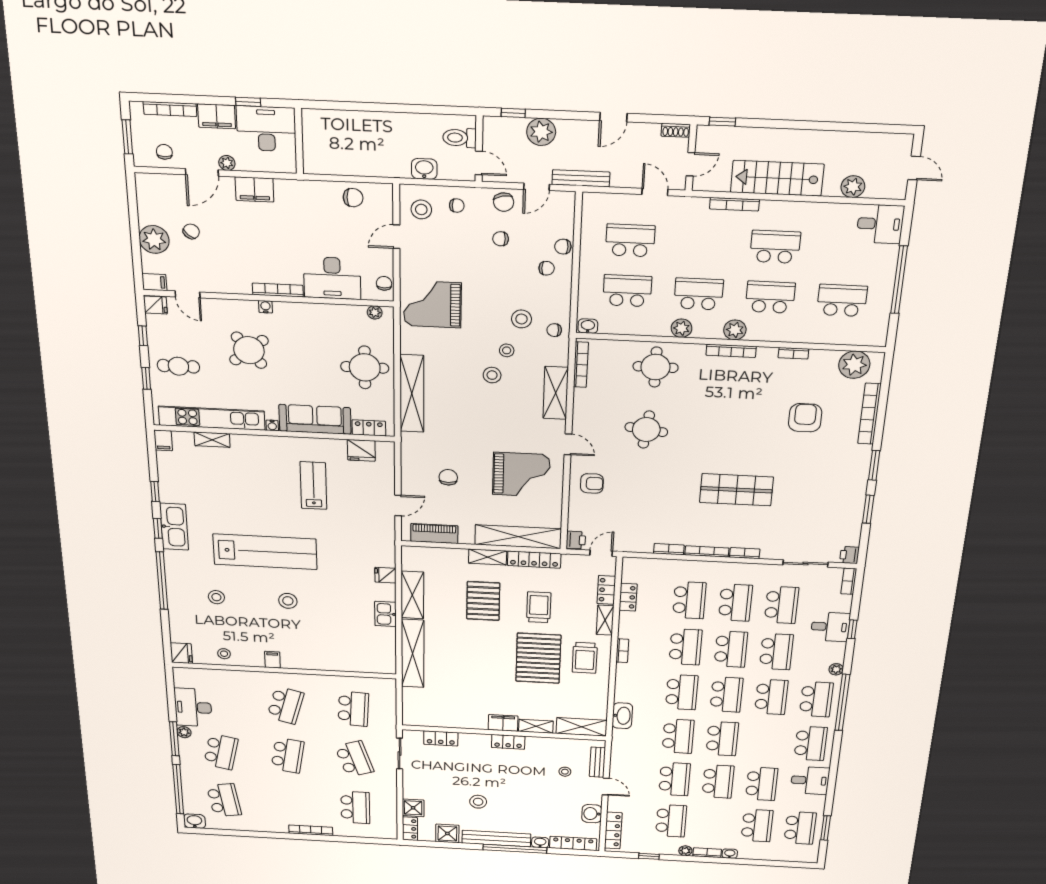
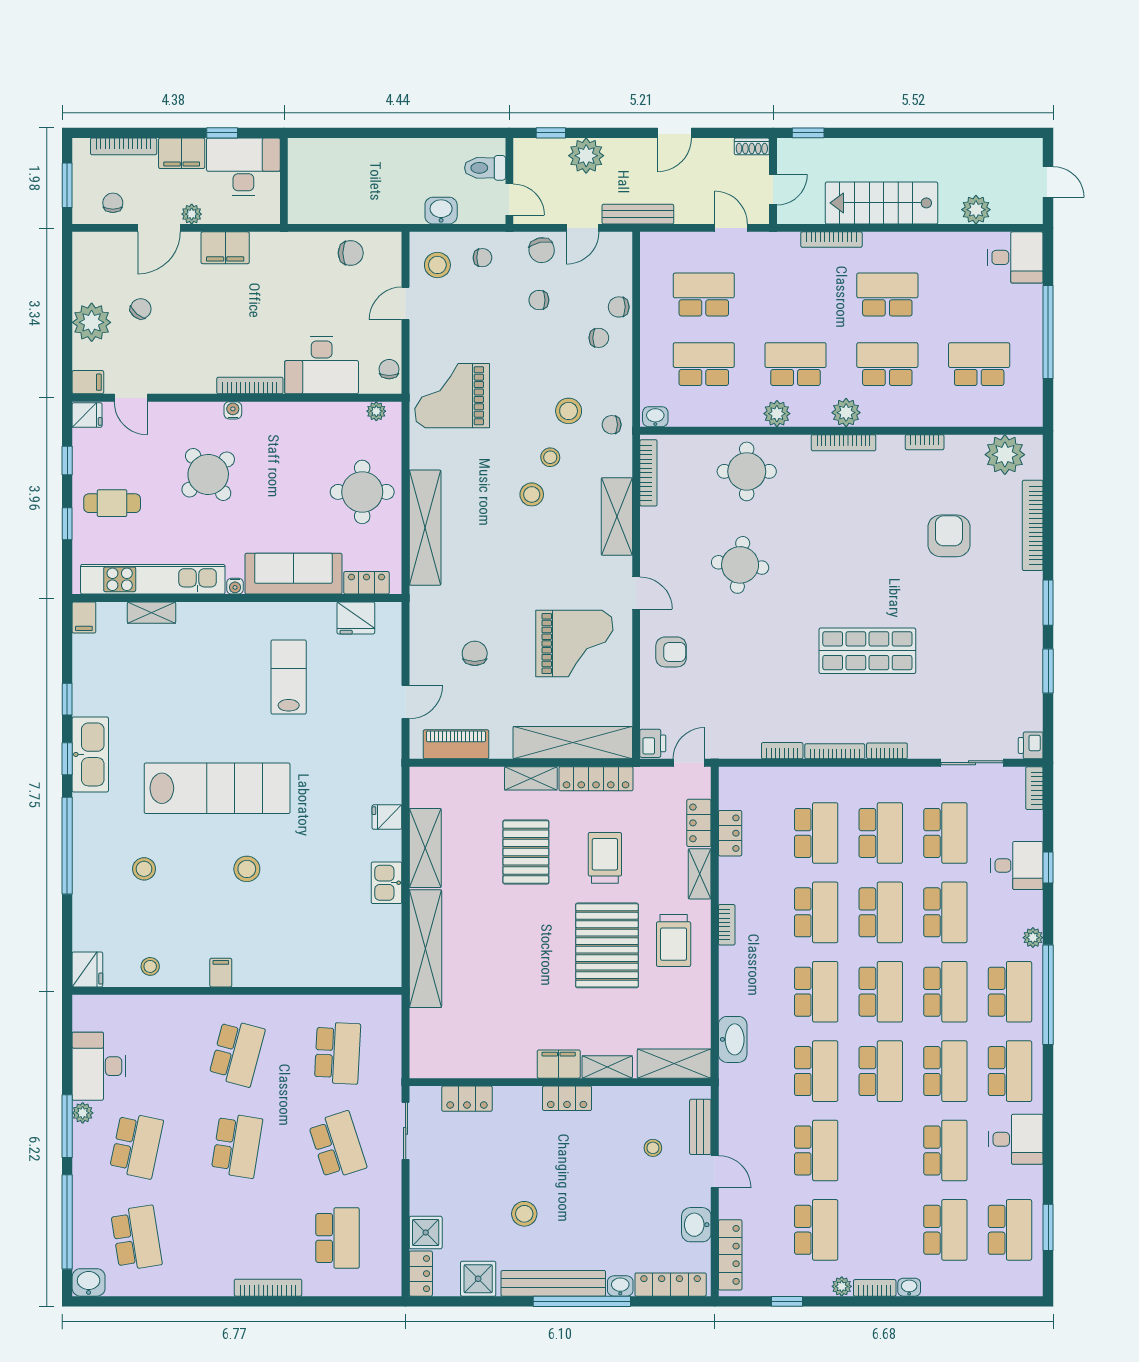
school desk: (718, 781) -> (945, 1071), moved

